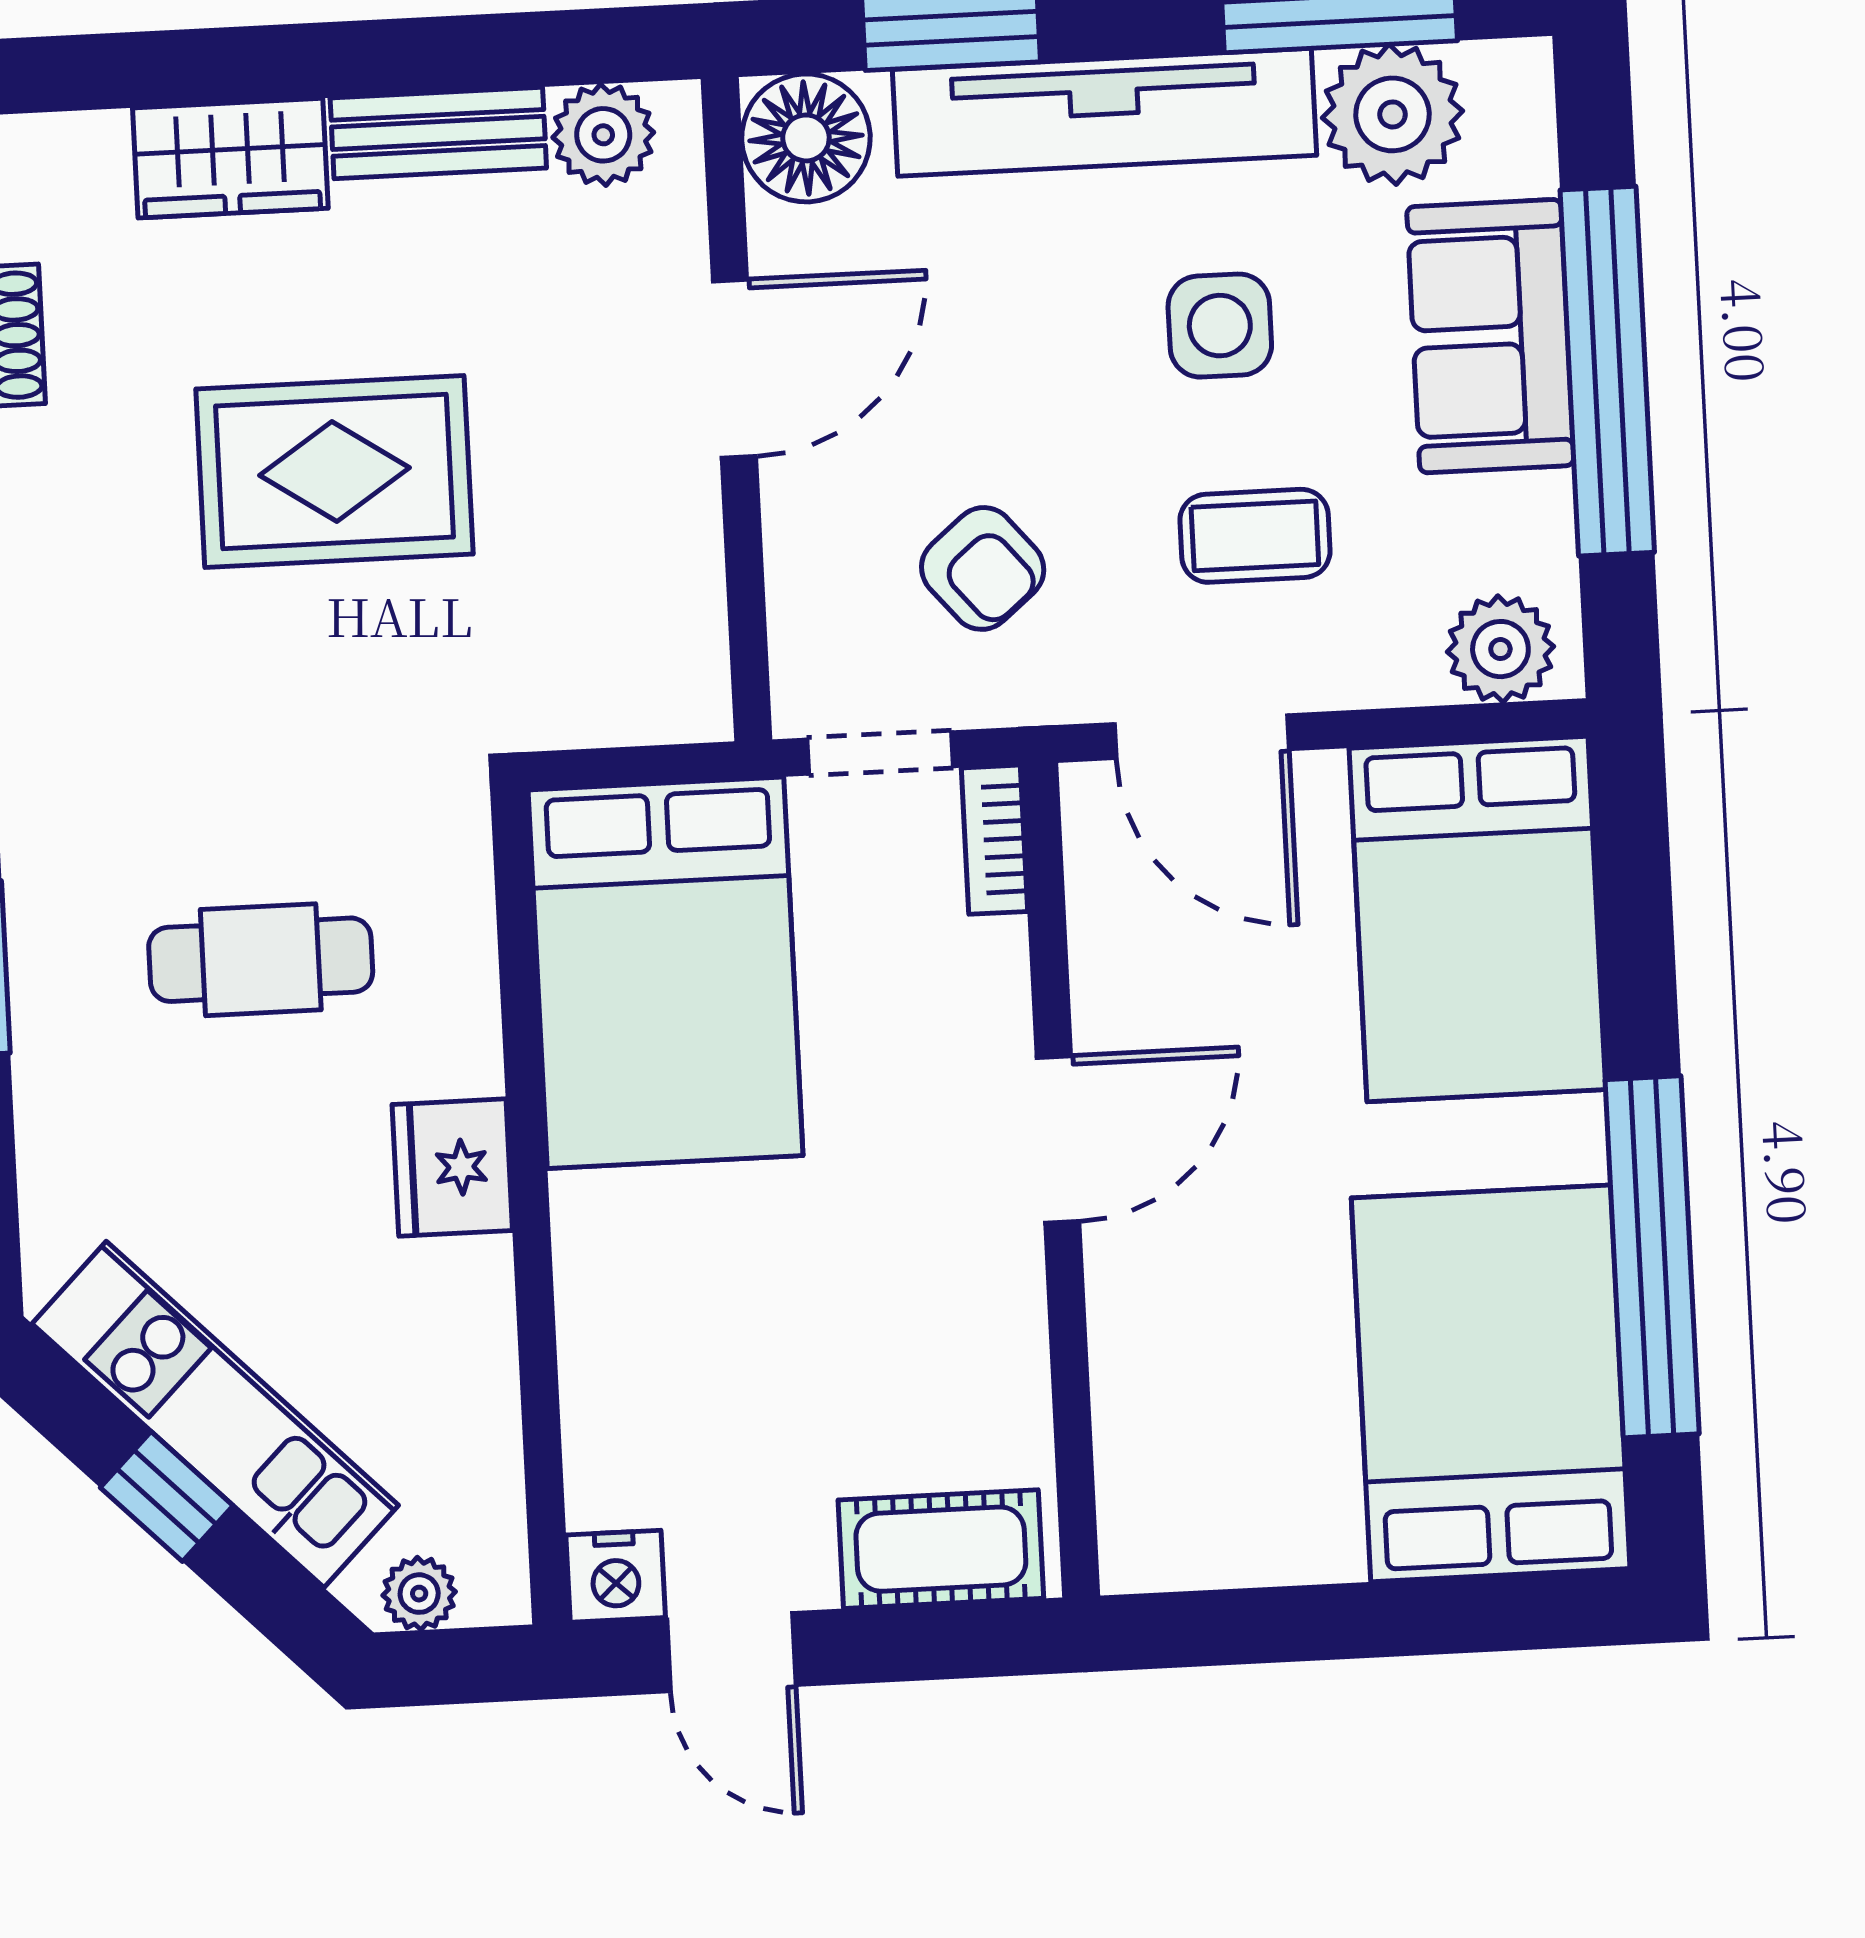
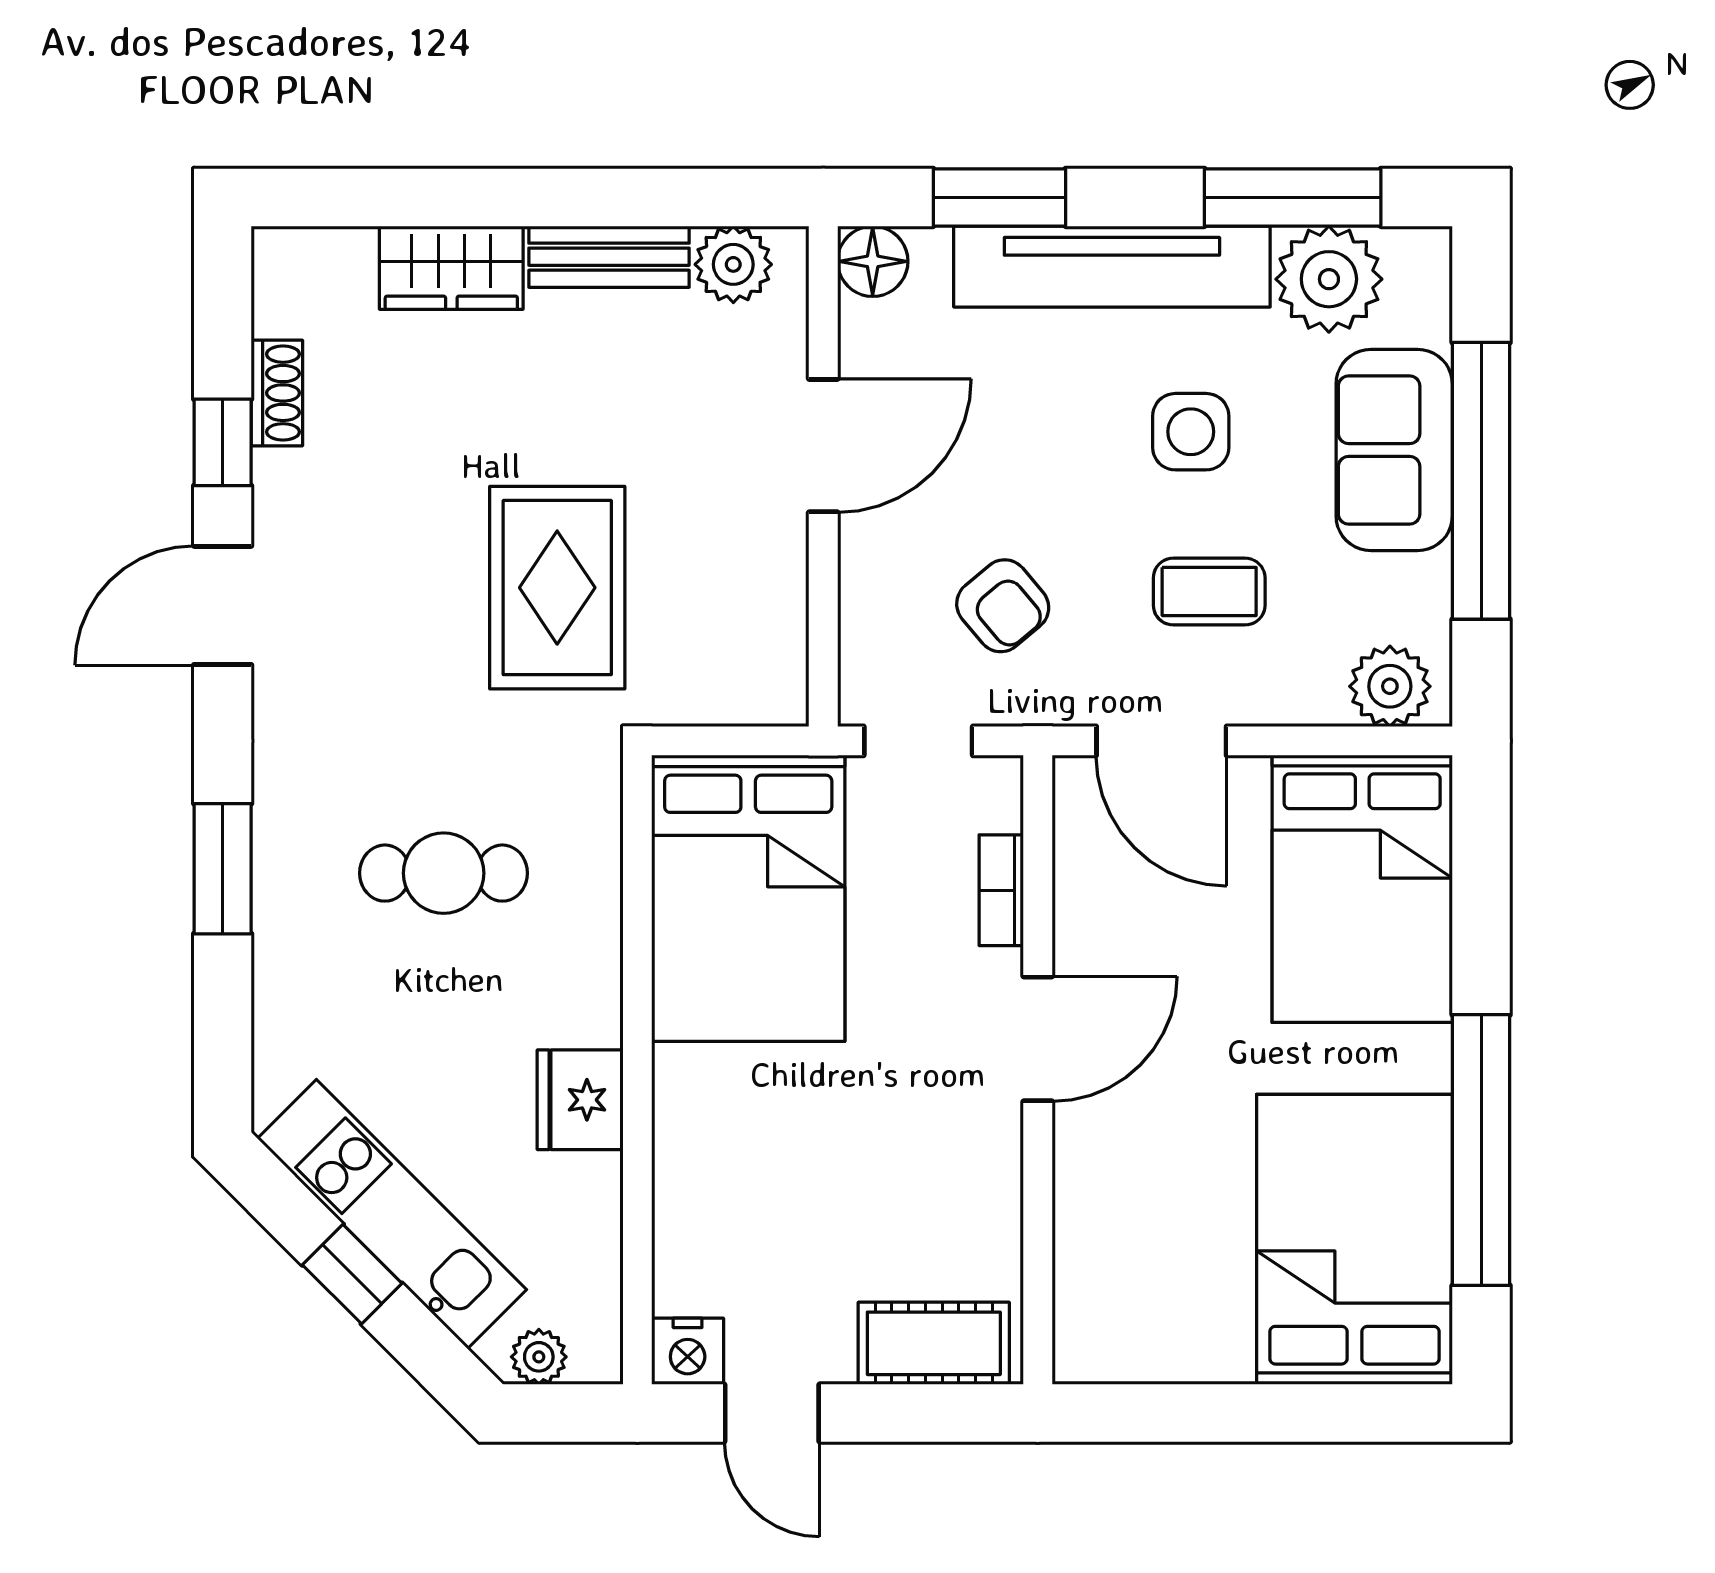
floor lamp: (806, 138) -> (873, 261), width x0.73, depth x0.73
rug: (334, 471) -> (557, 588), moved, turned 90
bookcase: (994, 840) -> (1001, 890), moved
fridge: (452, 1168) -> (580, 1100), moved

